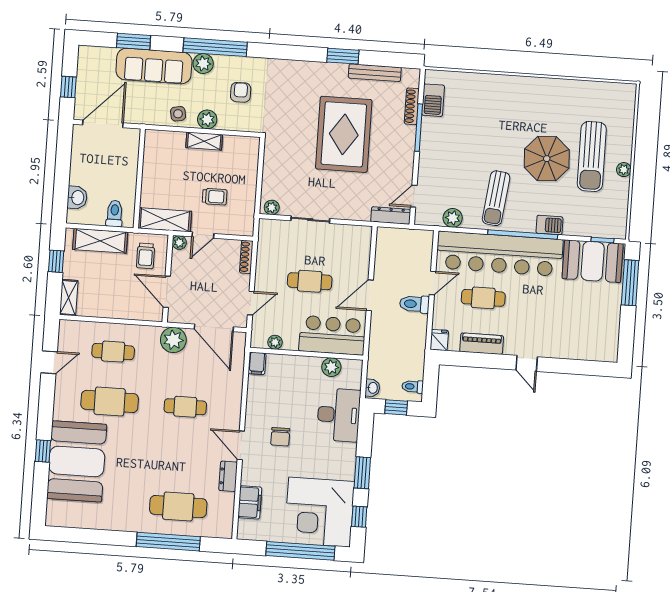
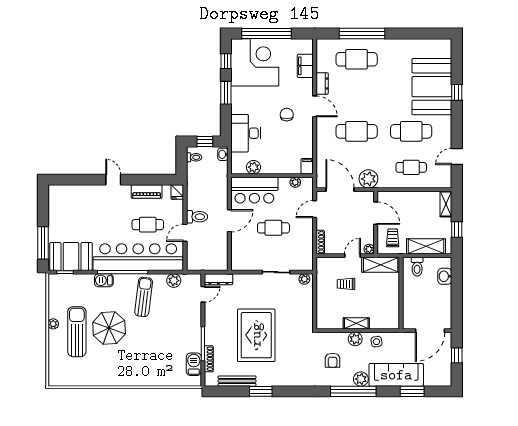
cafe table: (185, 407) -> (357, 131), width x1.37, depth x1.35

